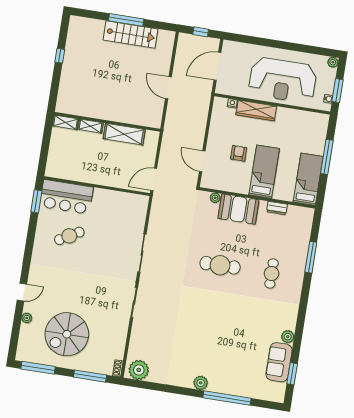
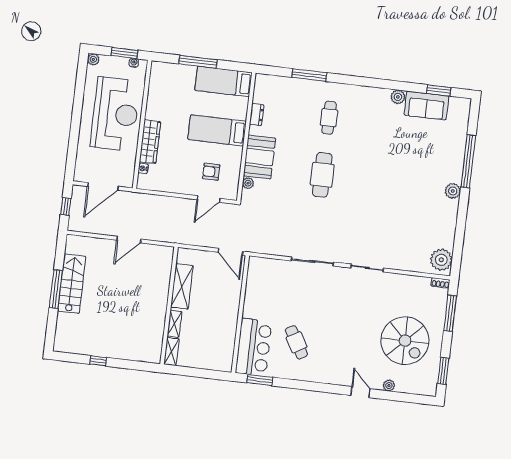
door: (217, 66) -> (103, 186), hinge flipped
armchair: (239, 153) -> (211, 172), moved
cafe table: (271, 273) -> (329, 118), turned 90
window: (38, 368) -> (443, 371), width x0.69

